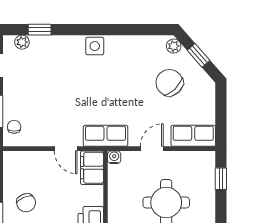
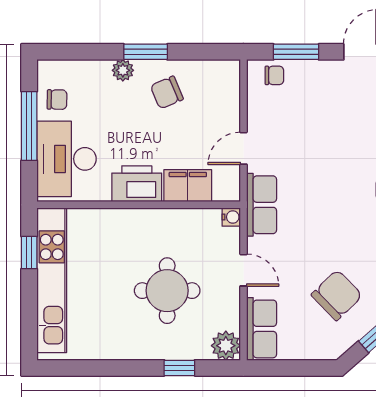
plant: (205, 161) -> (226, 346), added
filing cabinet: (92, 168) -> (188, 186), moved
window: (221, 179) -> (179, 368), moved

